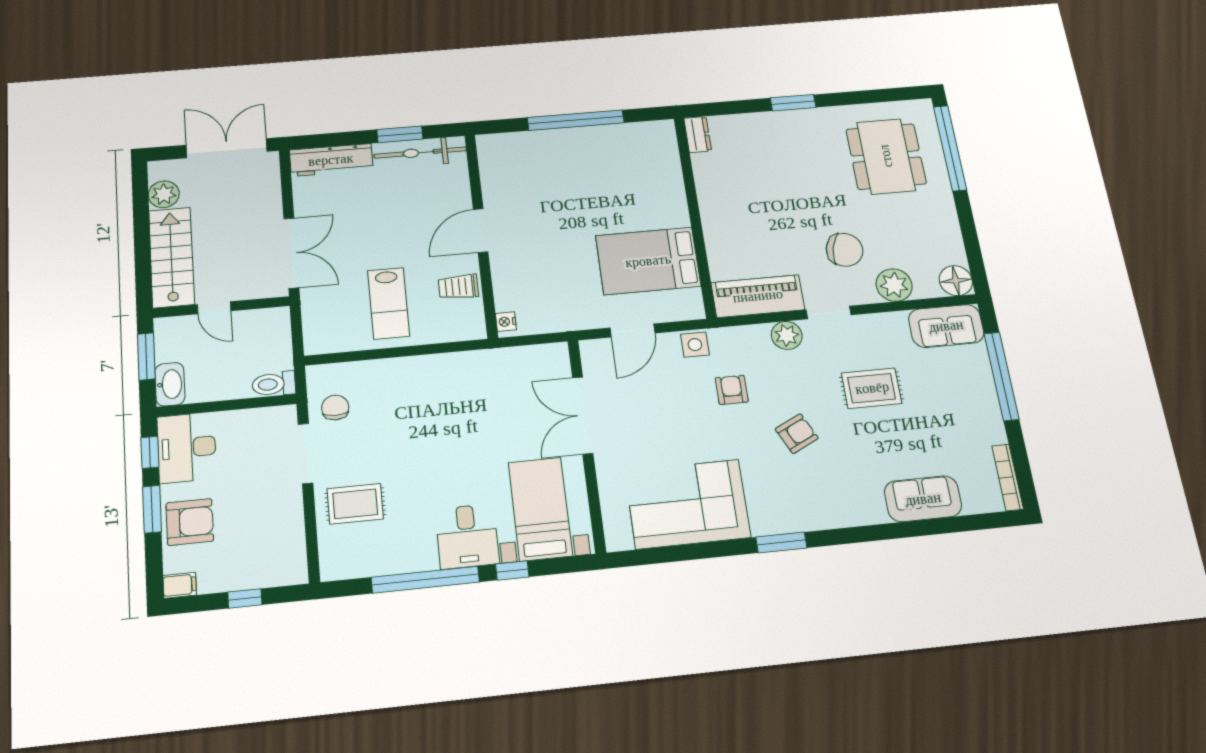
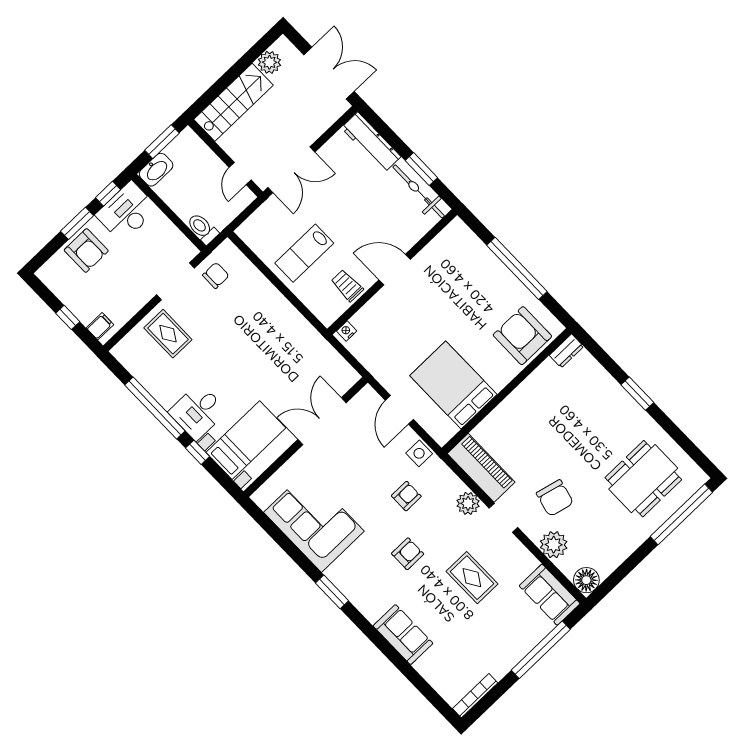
armchair: (649, 163) -> (522, 336), added
door: (214, 308) -> (240, 174), moved
door: (632, 331) -> (399, 410), hinge flipped
armchair: (797, 434) -> (408, 554), turned -64
sofa: (923, 499) -> (403, 635), moved
filing cabinet: (180, 585) -> (100, 326), moved, turned -90

